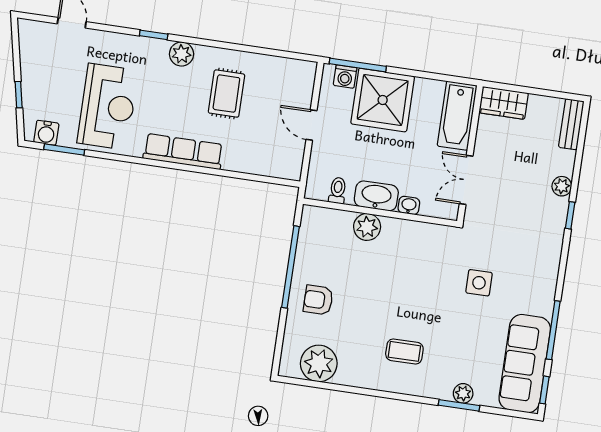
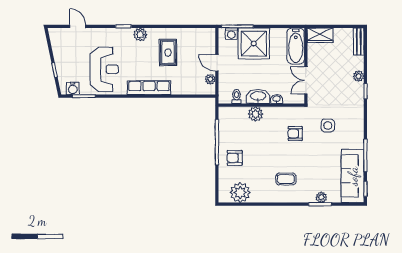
plant: (295, 153) -> (210, 79), added
armchair: (433, 272) -> (295, 133), added
side table: (479, 283) -> (328, 126), moved

